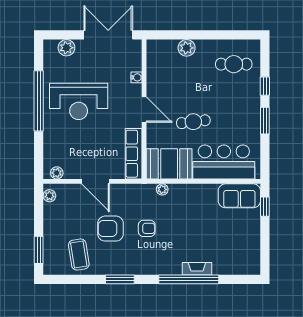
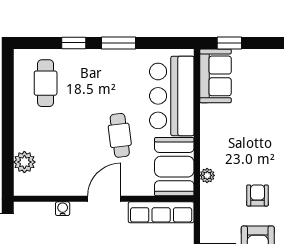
plant: (187, 48) -> (24, 162), moved

